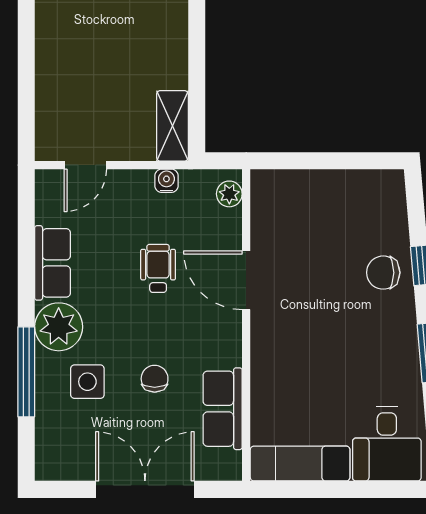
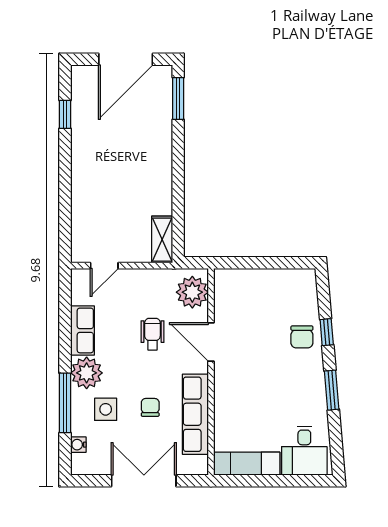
water cooler: (166, 181) -> (78, 445), moved, turned -90
plant: (229, 194) -> (192, 292), width x1.88, depth x1.88
chair: (383, 273) -> (302, 337), turned -90
row of seats: (223, 409) -> (195, 414), width x1.48

